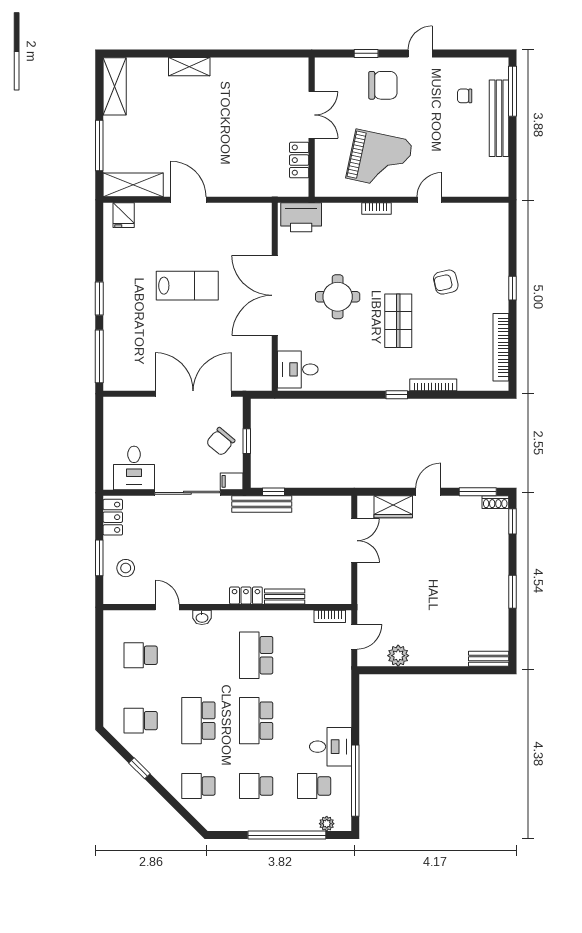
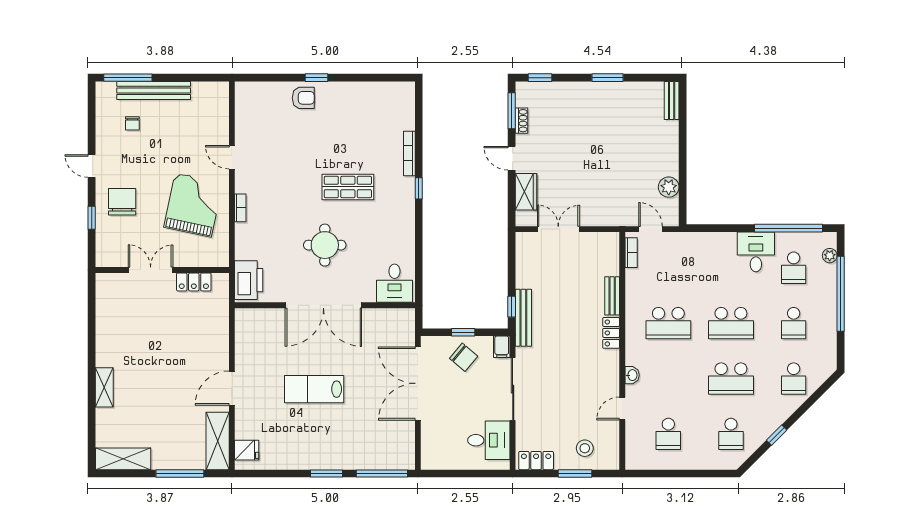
armchair: (446, 282) -> (303, 98), moved, turned -77
lab bench: (187, 286) -> (314, 389), turned -90
bookcase: (501, 347) -> (373, 89), removed
shoe rack: (495, 502) -> (522, 121), moved

